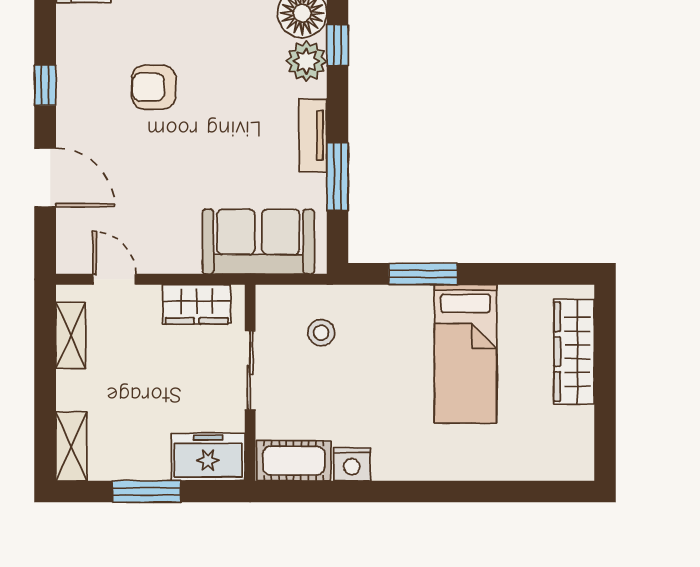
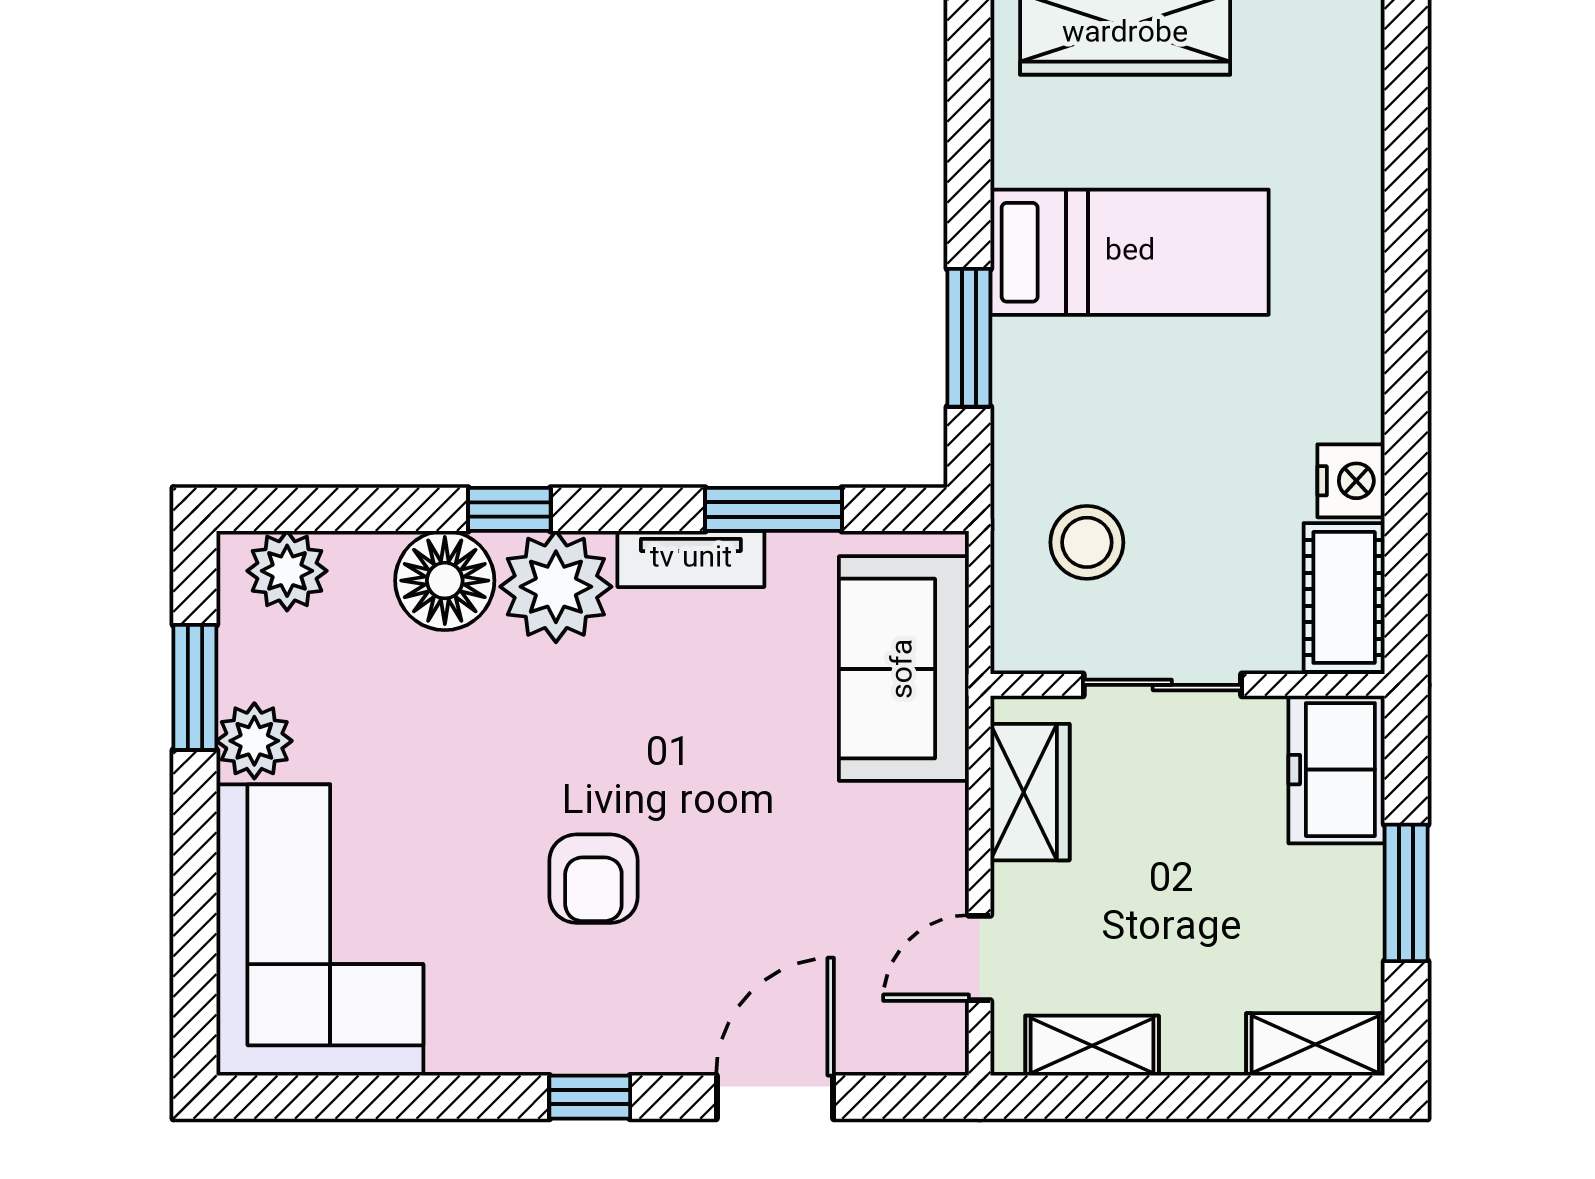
plant: (306, 61) -> (556, 587), width x1.36, depth x1.36
stool: (321, 333) -> (1087, 542), width x1.37, depth x1.37

